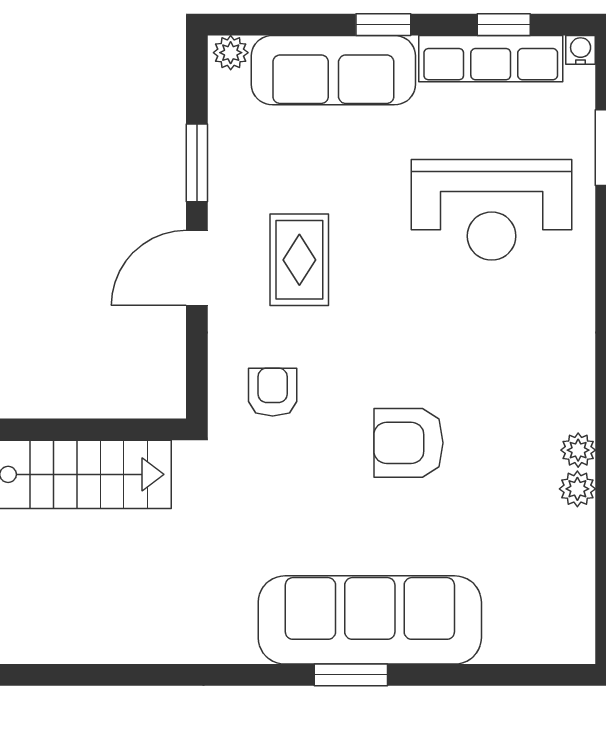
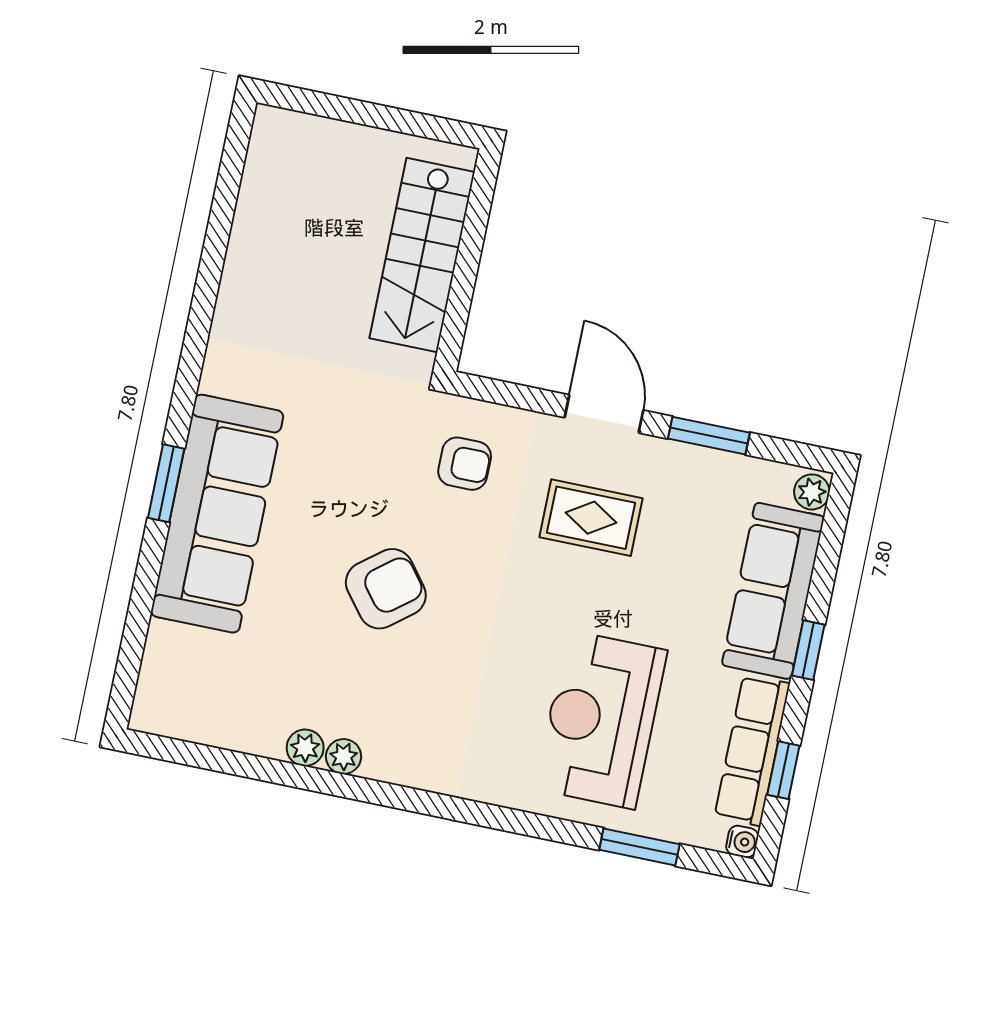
armchair: (408, 443) -> (386, 589), turned 52

